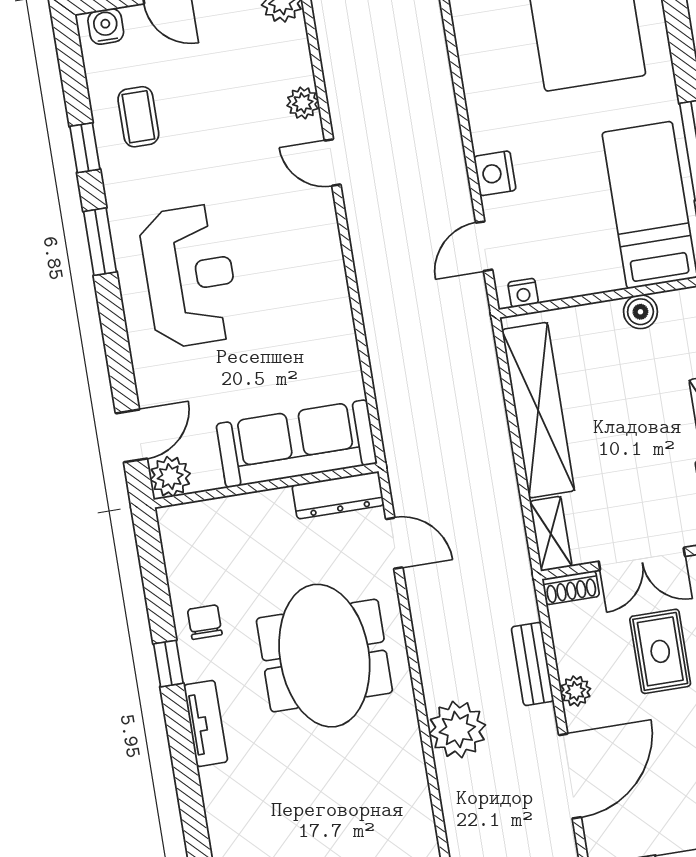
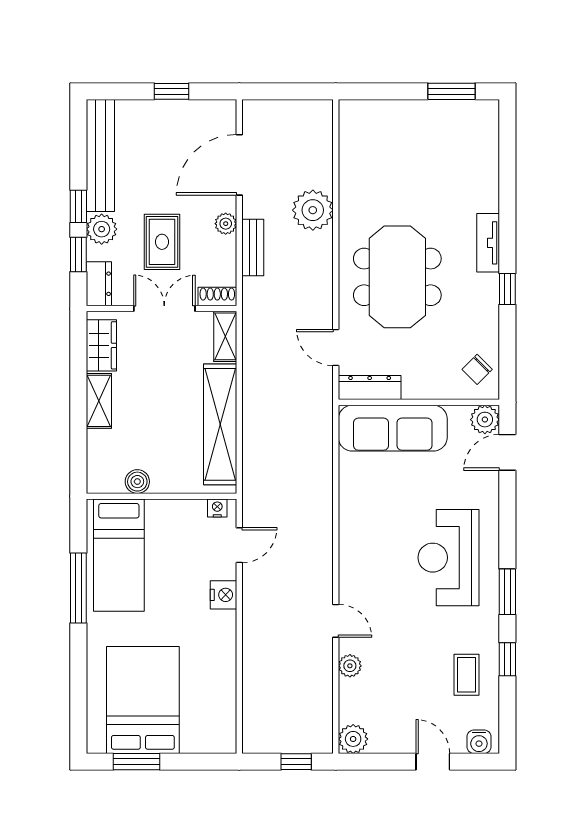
chair: (205, 622) -> (477, 369), moved, turned 45

